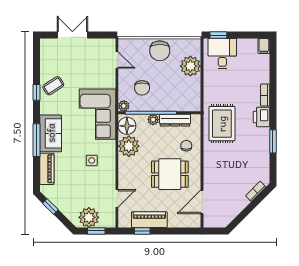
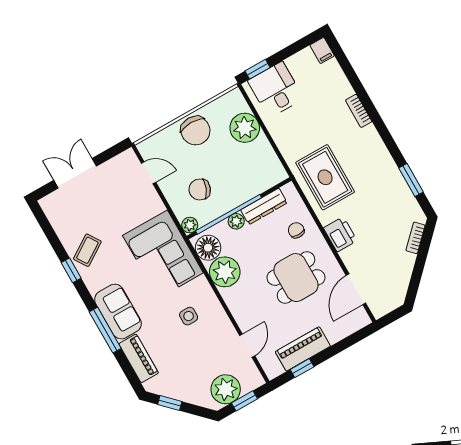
chair: (142, 88) -> (200, 189), turned 112
printer: (261, 117) -> (340, 234), moved, turned 180
window: (273, 141) -> (411, 180), moved

